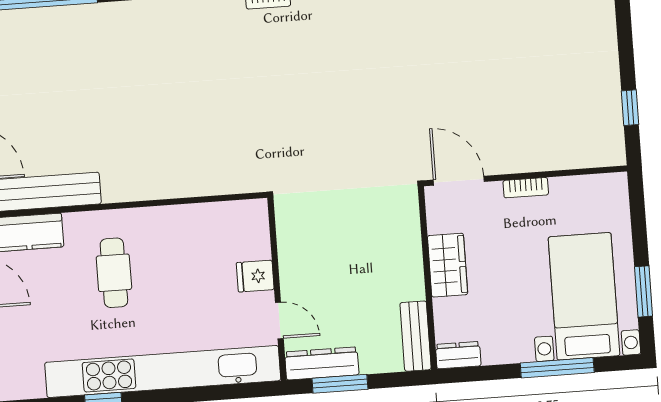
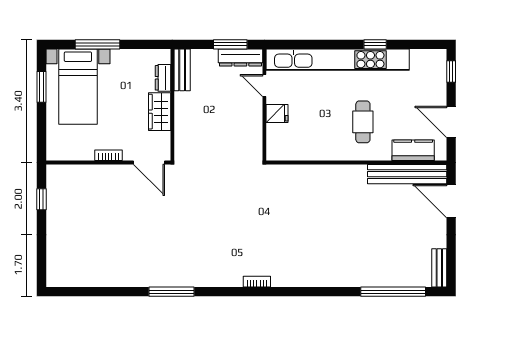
dresser: (458, 355) -> (163, 78), moved, turned 90

